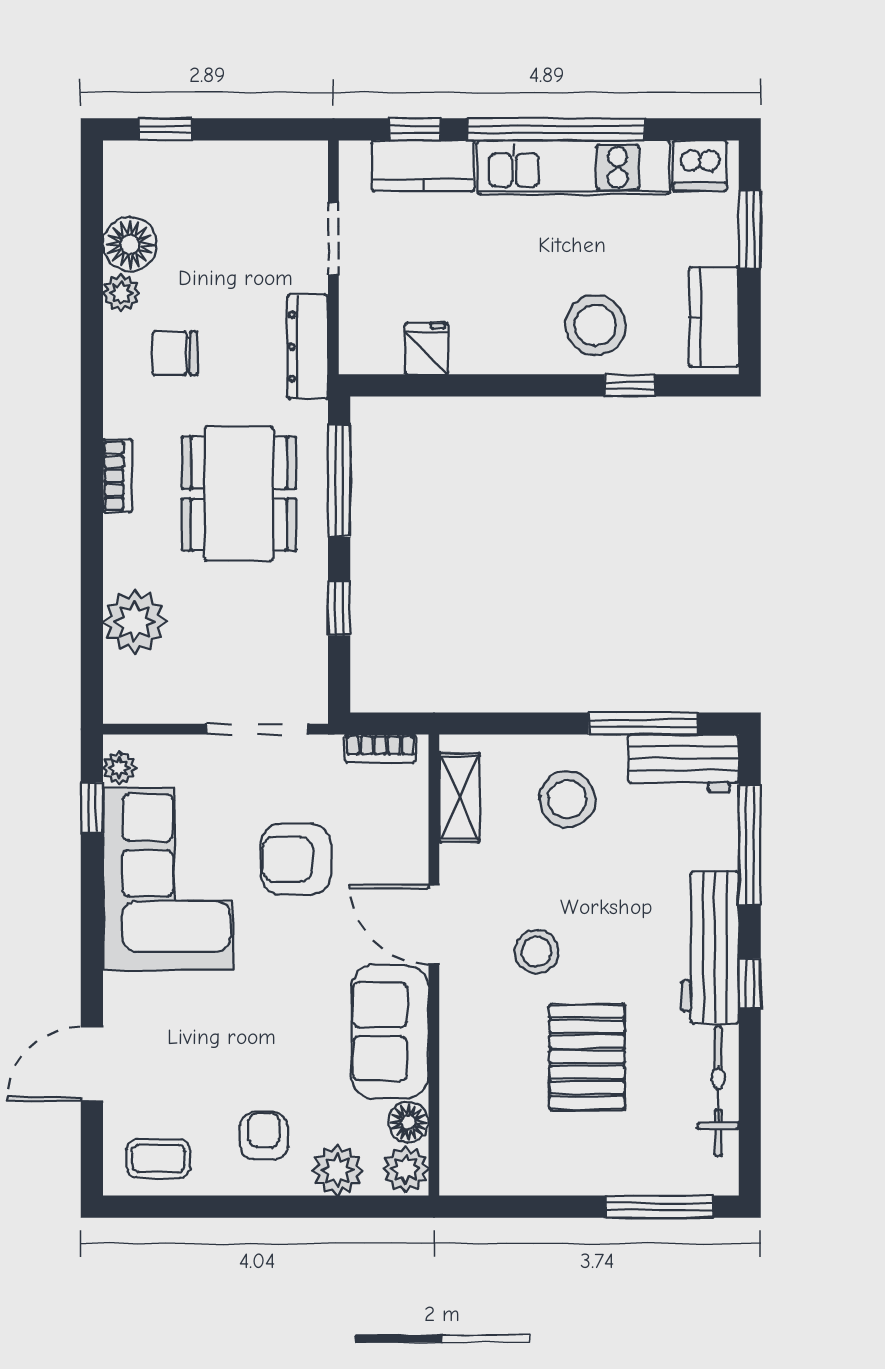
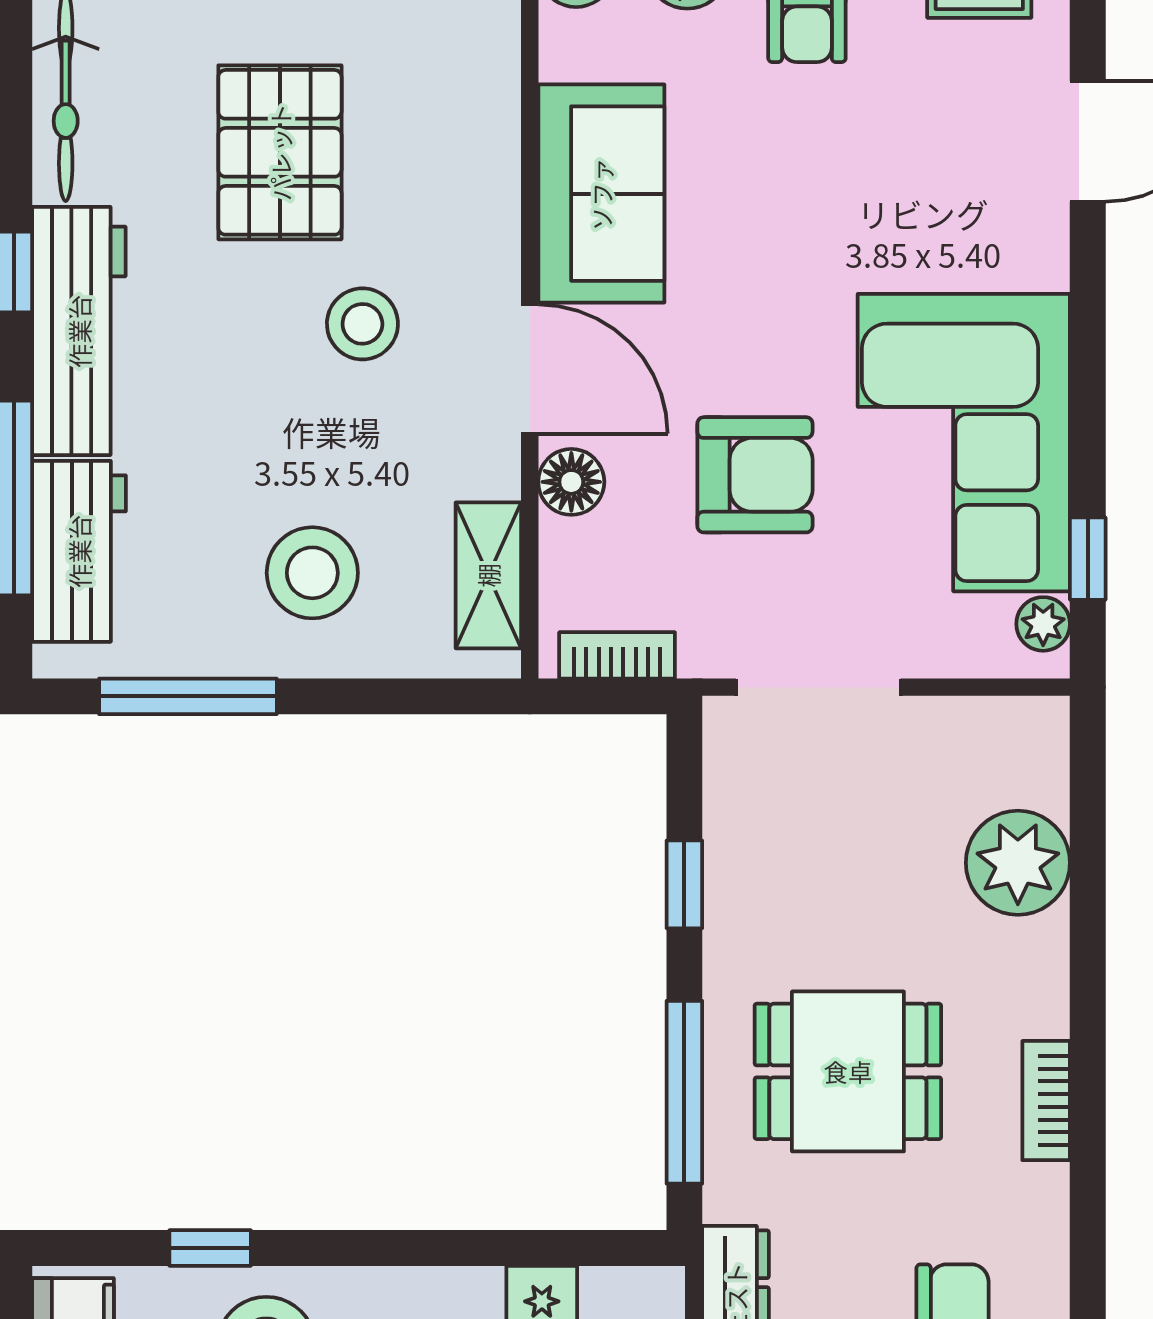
dining table: (239, 494) -> (848, 1071), width x0.73
workbench: (683, 763) -> (79, 551), moved, turned 90
floor lamp: (408, 1122) -> (571, 482), moved

